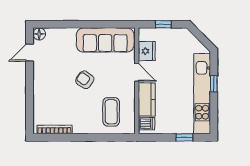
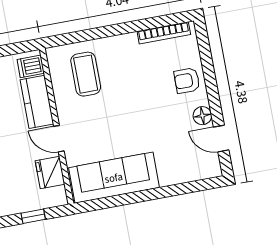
floor lamp: (39, 34) -> (202, 116), moved
door: (30, 53) -> (221, 139), swing flipped
armchair: (85, 80) -> (187, 81), moved, turned 146

